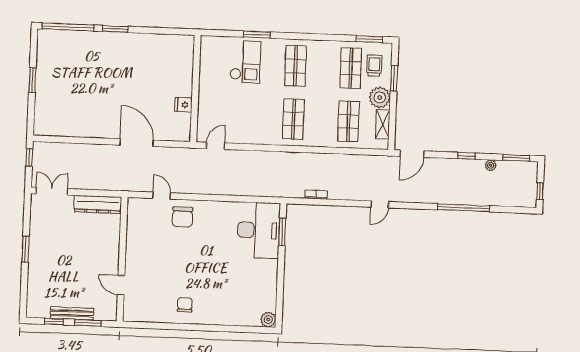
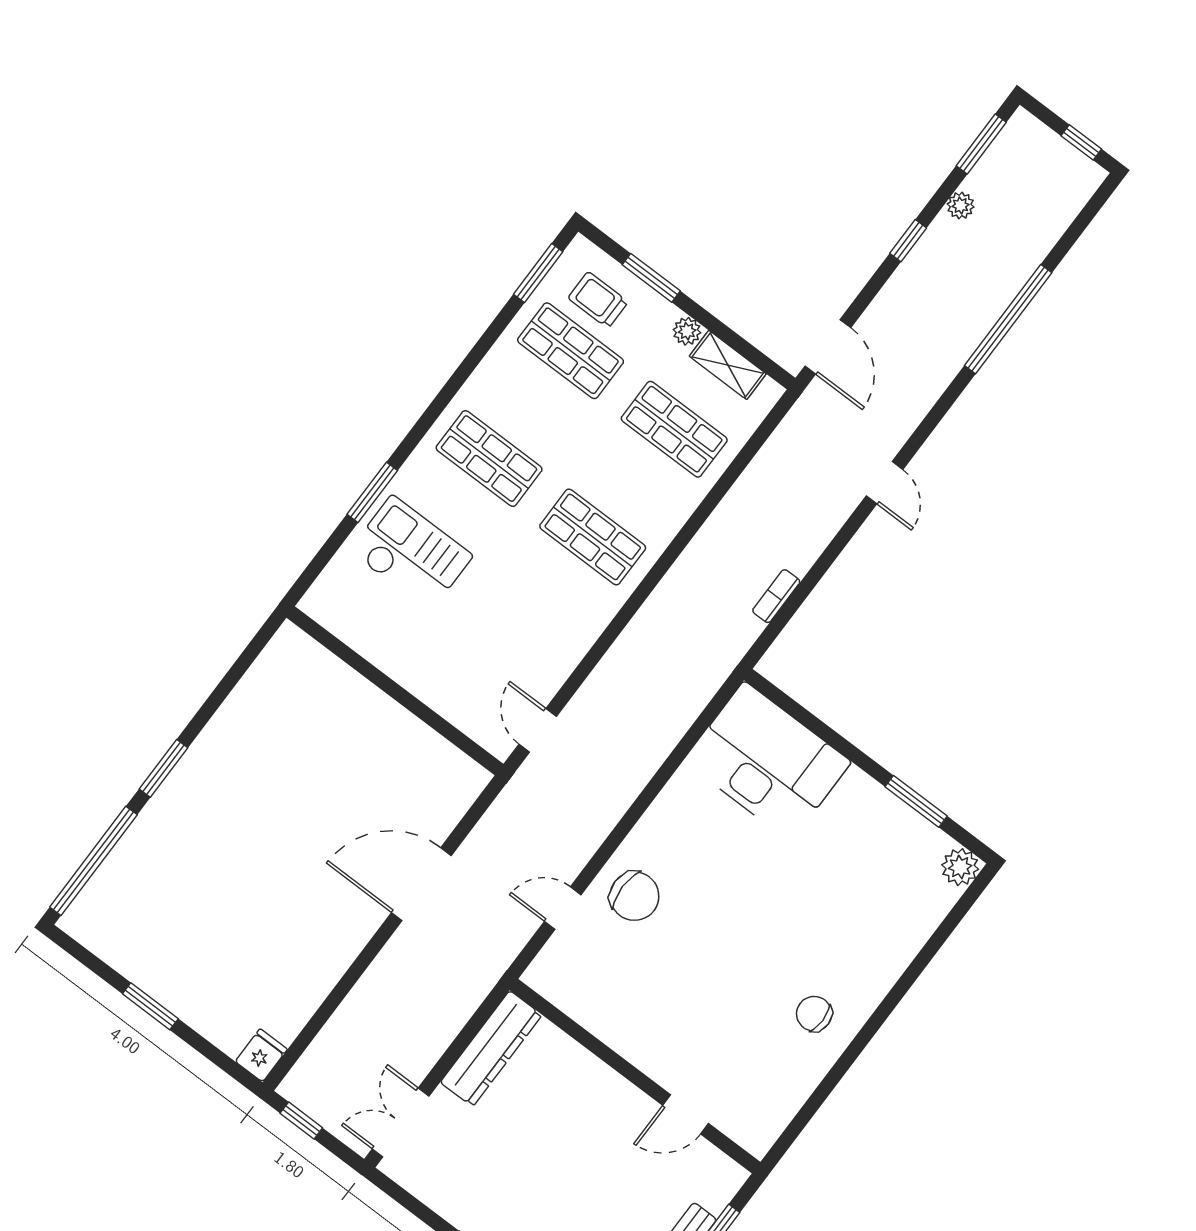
plant: (380, 98) -> (687, 331), width x0.53, depth x0.53
fridge: (183, 105) -> (261, 1055), moved, turned 180
window: (282, 232) -> (916, 801), moved

